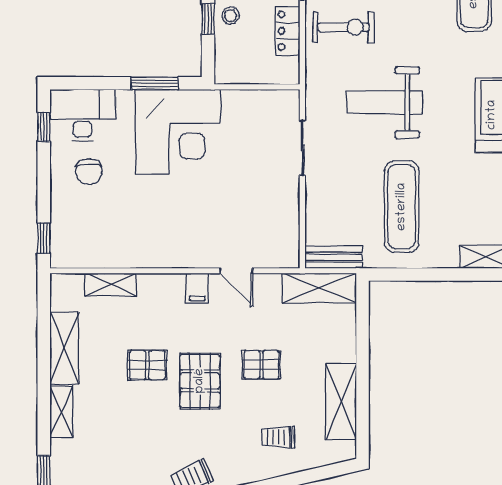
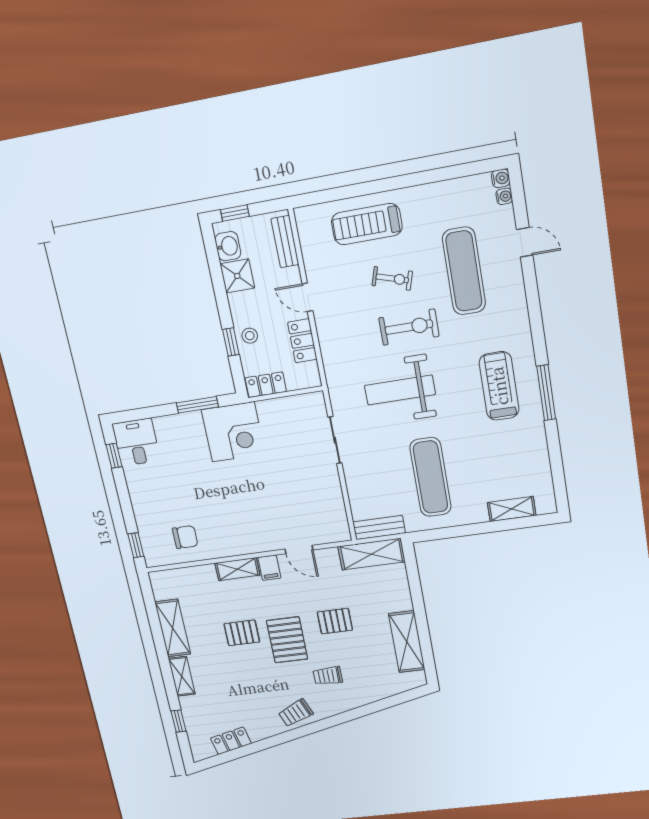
exercise bike: (344, 27) -> (409, 327), moved
locker: (237, 73) -> (266, 385), added
desk: (83, 115) -> (136, 442), width x0.73
corner desk: (178, 132) -> (233, 432), width x0.74, depth x0.74
chair: (89, 172) -> (185, 537), moved, turned -90
shelving: (111, 285) -> (237, 569), moved
trolley: (278, 437) -> (328, 676), moved

